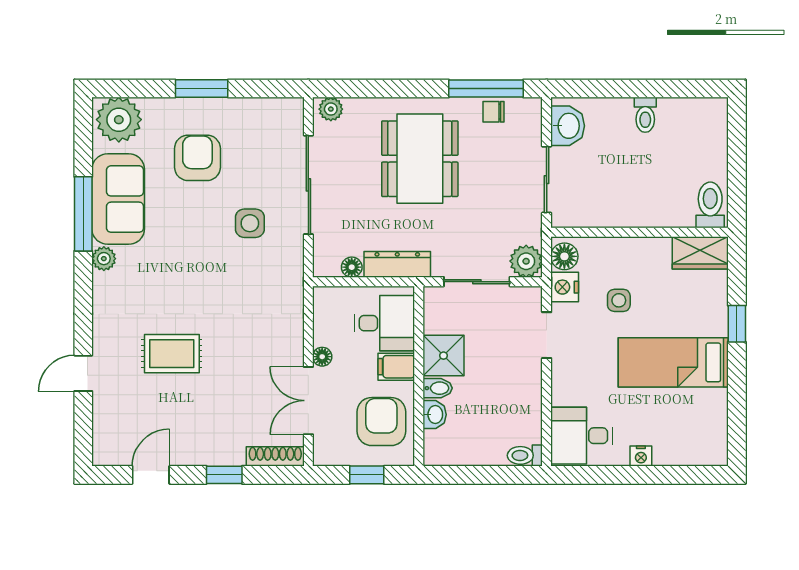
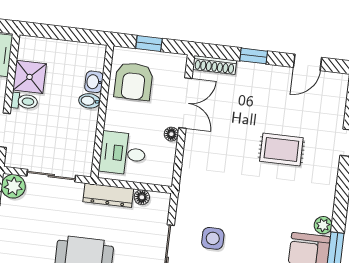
shower: (443, 356) -> (30, 77), moved
filing cabinet: (396, 367) -> (118, 120), removed
toilet: (525, 455) -> (24, 101), moved

